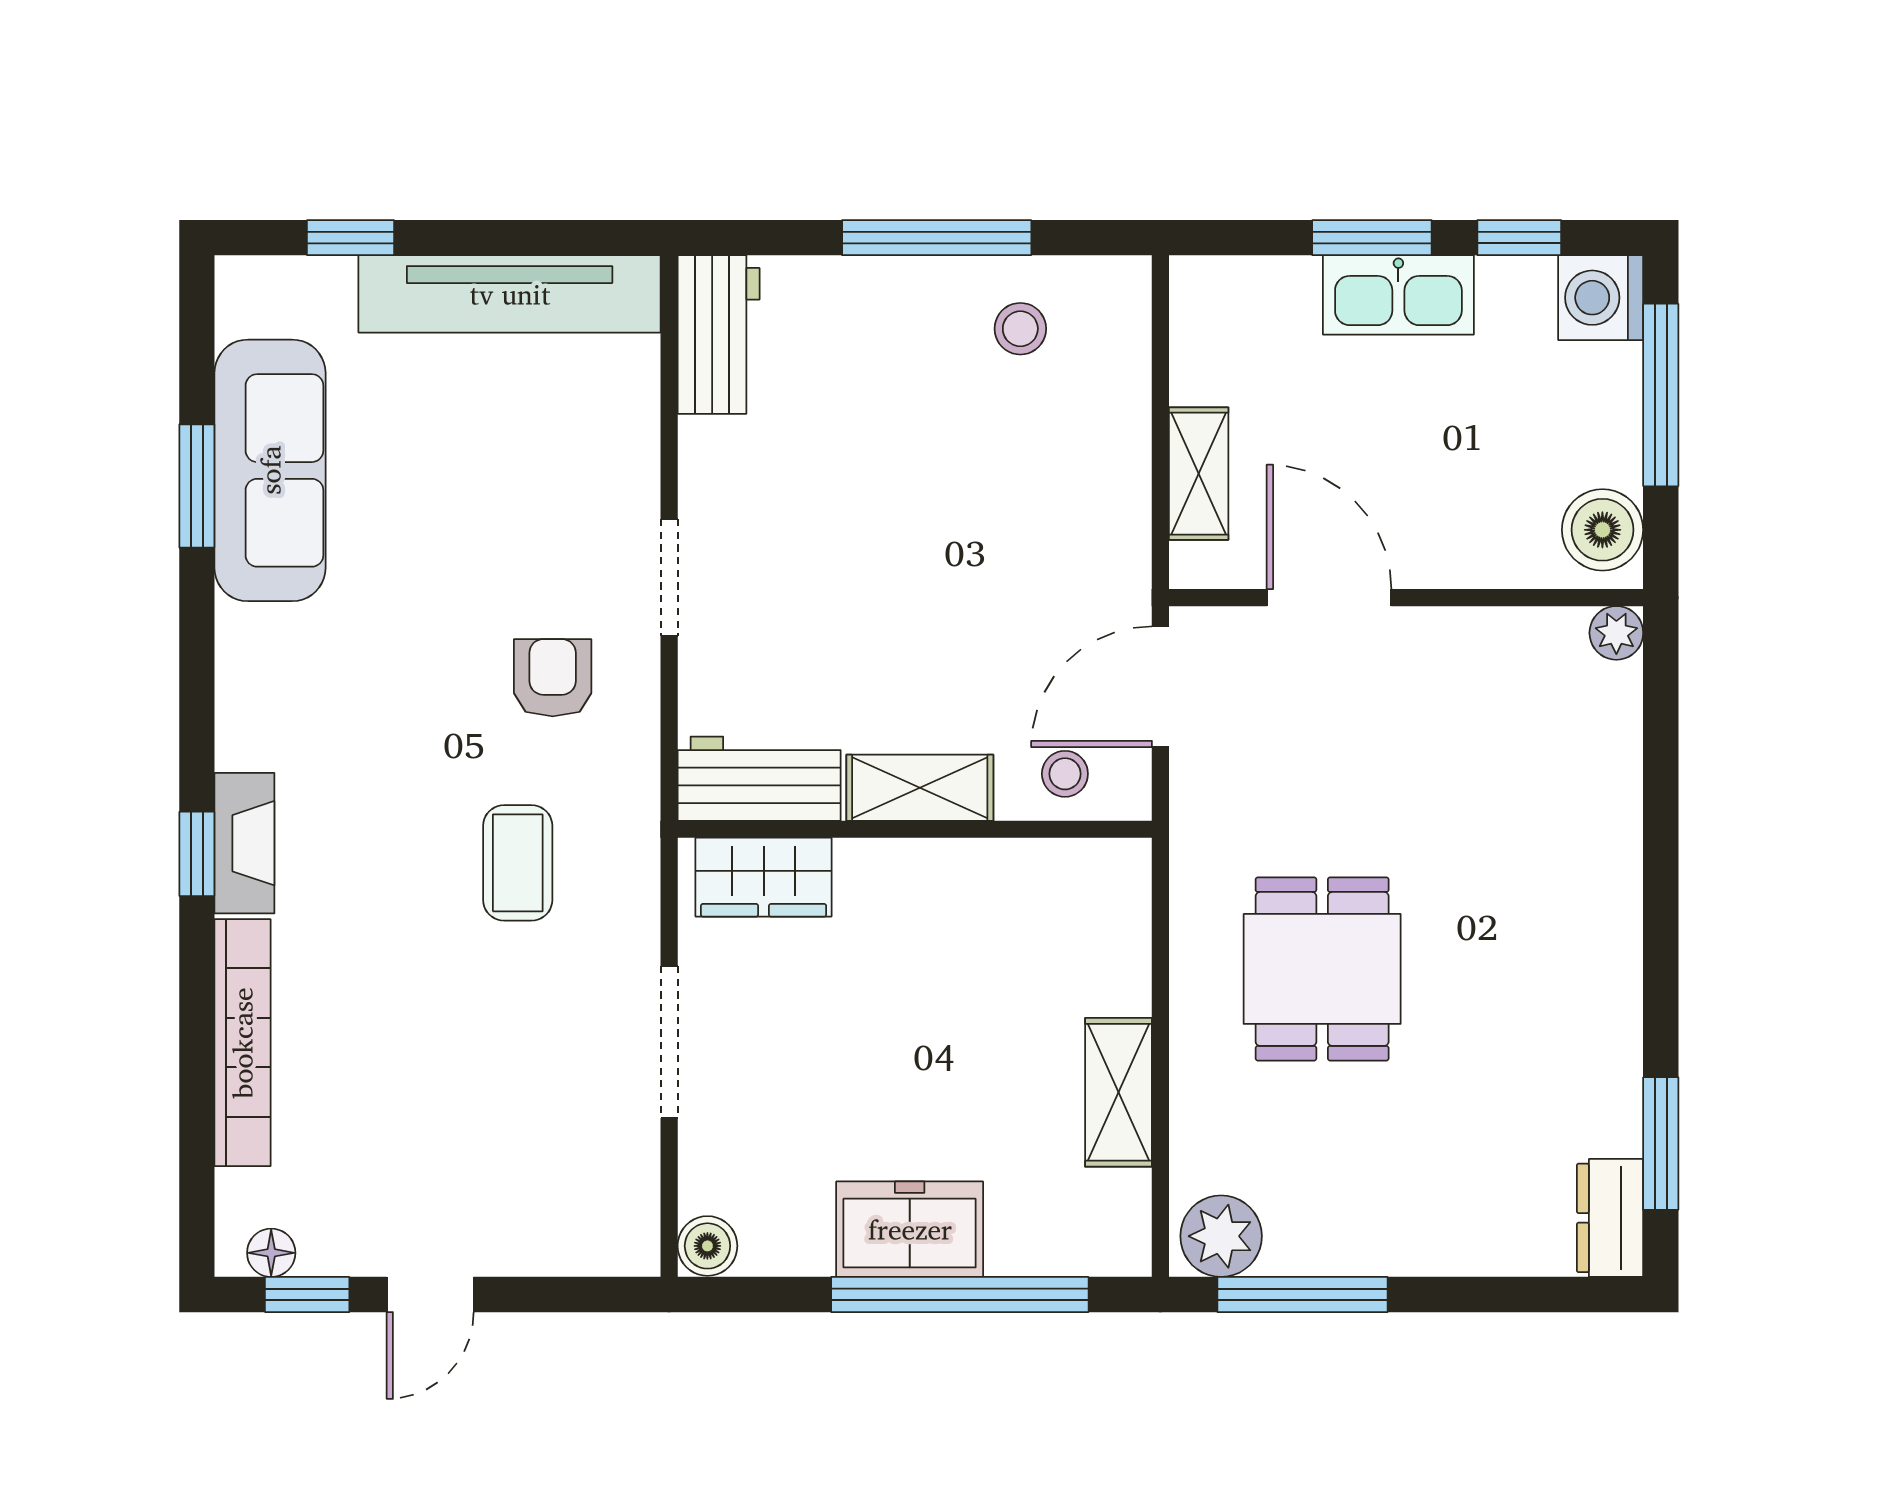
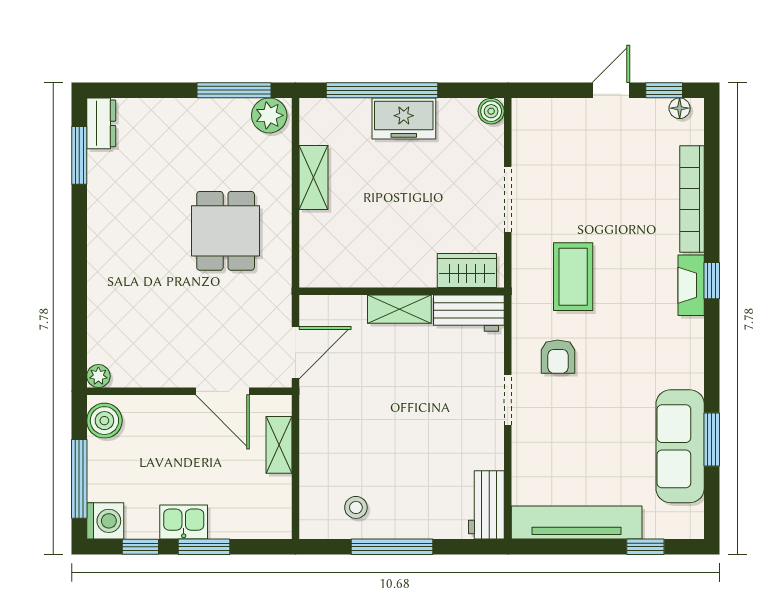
kitchen sink: (1398, 295) -> (184, 522), width x0.73
stool: (1065, 774) -> (337, 315), removed
coffee table: (518, 863) -> (573, 277), width x1.36, depth x1.30

